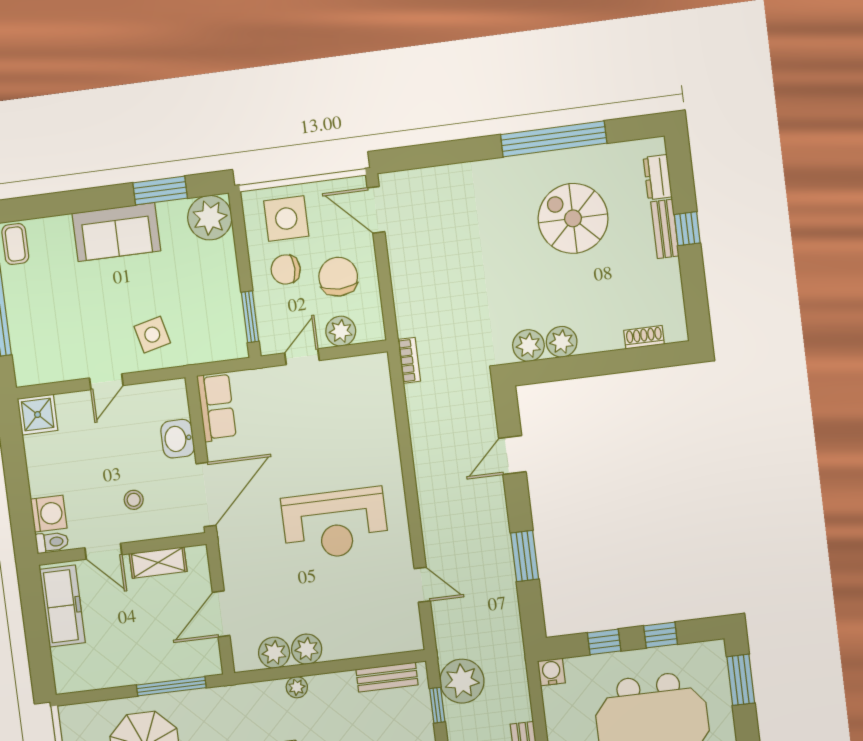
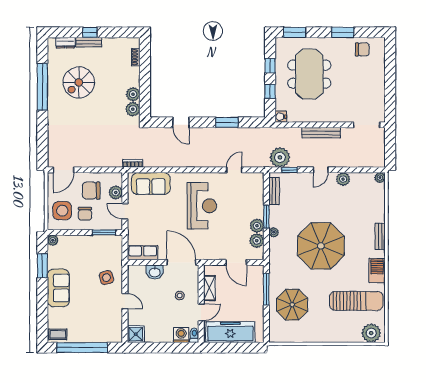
plant: (210, 218) -> (53, 240), width x0.53, depth x0.53
sofa: (370, 406) -> (151, 184), added
freezer: (62, 606) -> (230, 332), width x1.36, depth x1.26
window: (329, 667) -> (266, 217), added

